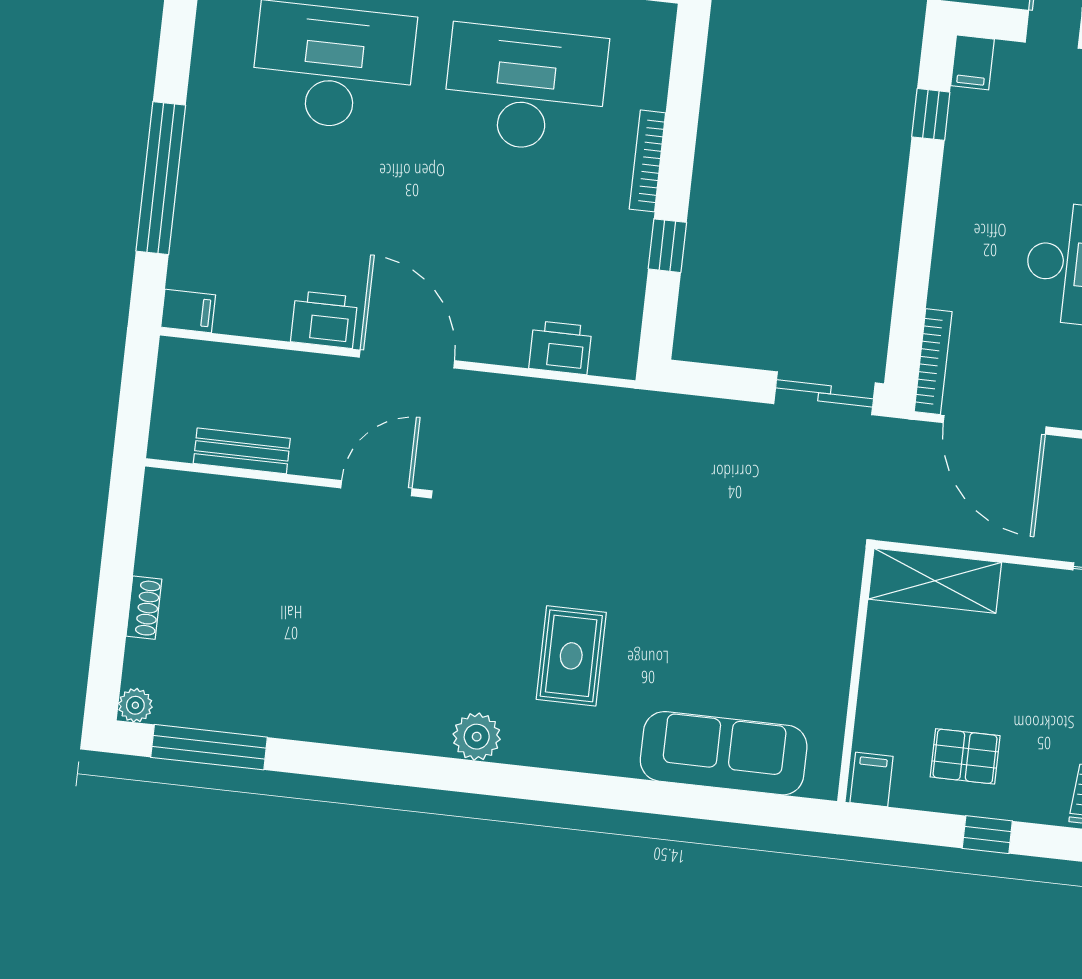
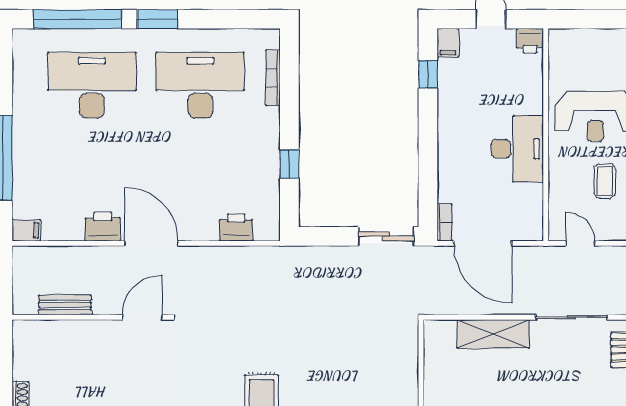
bookcase: (647, 161) -> (273, 78), moved
bookcase: (933, 362) -> (445, 222), width x0.64
shelving: (935, 581) -> (493, 334), moved

